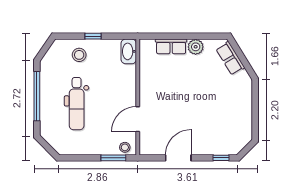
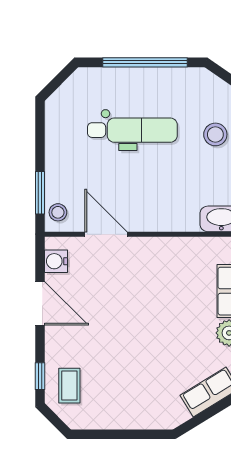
dental chair: (77, 104) -> (132, 130), turned 180
coffee table: (227, 141) -> (69, 386), added
water cooler: (154, 148) -> (56, 261), added

